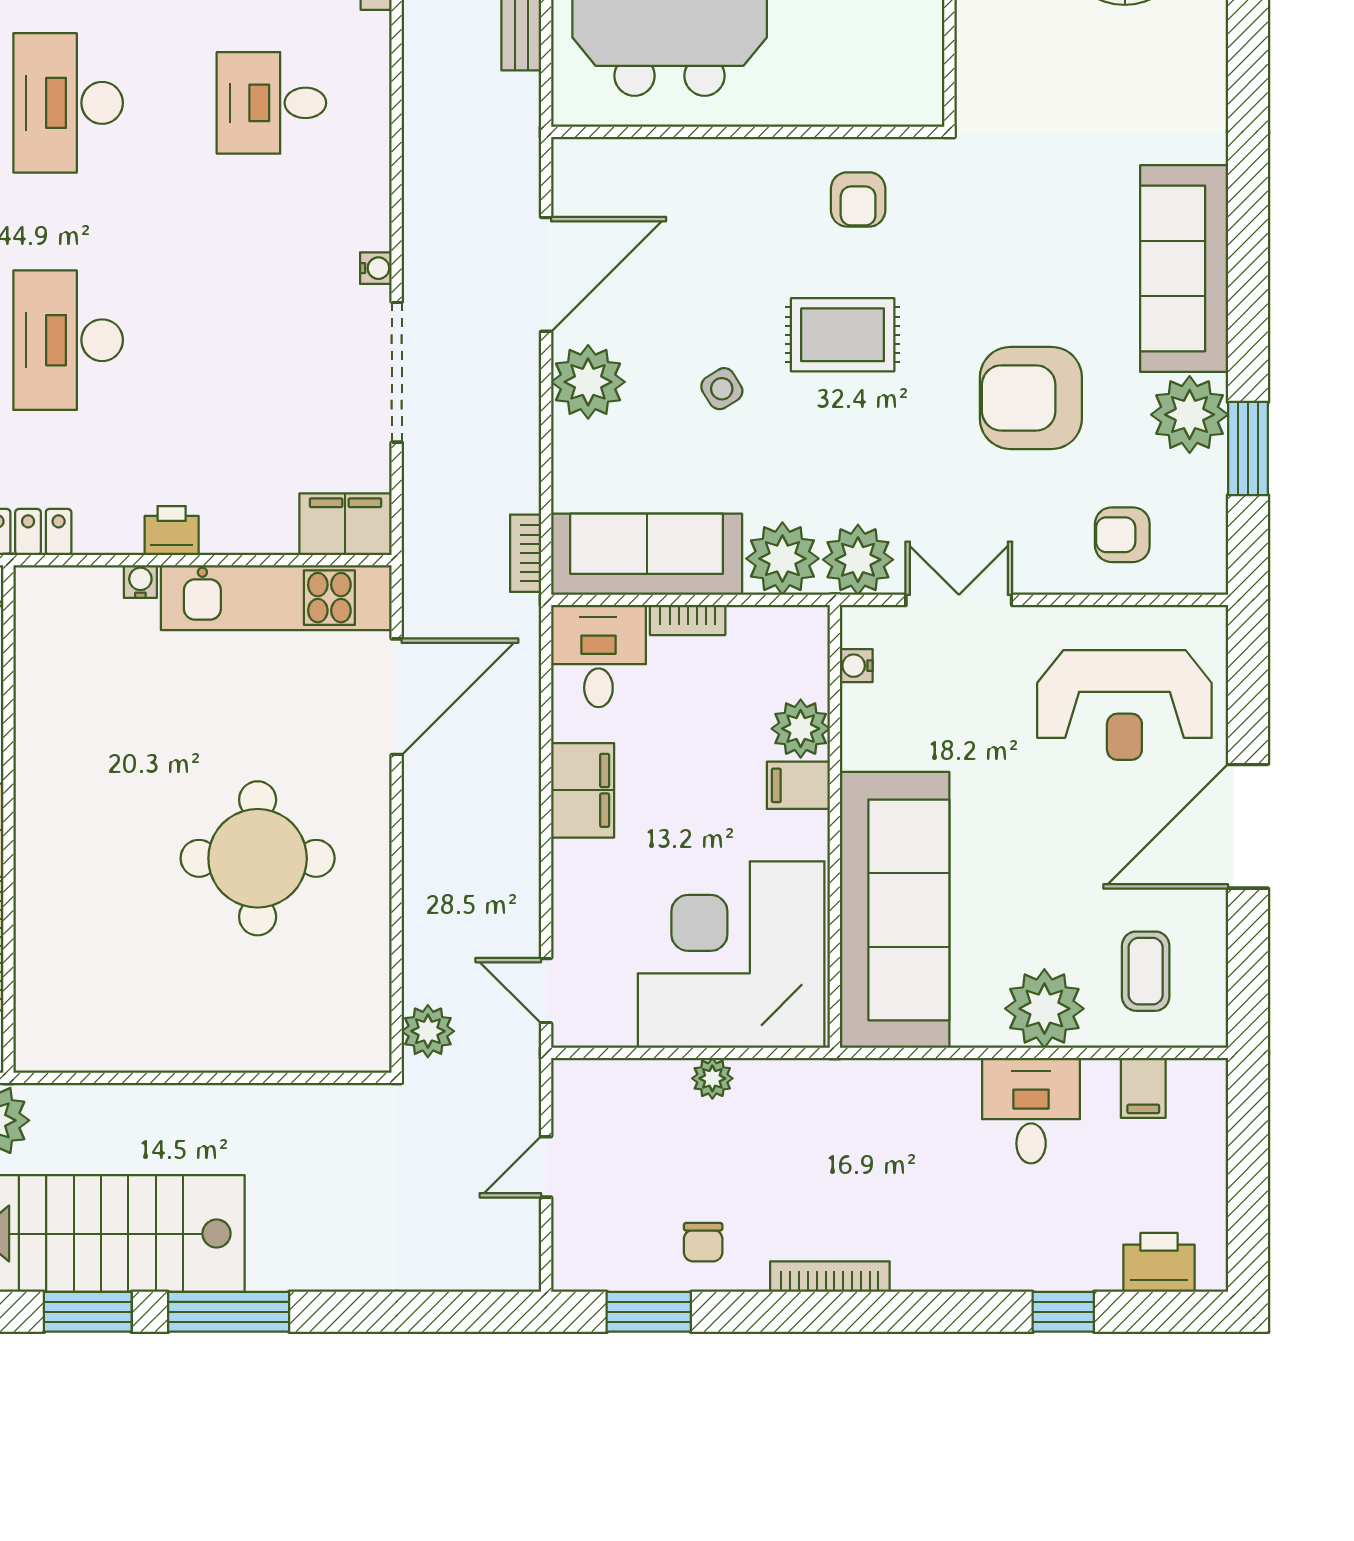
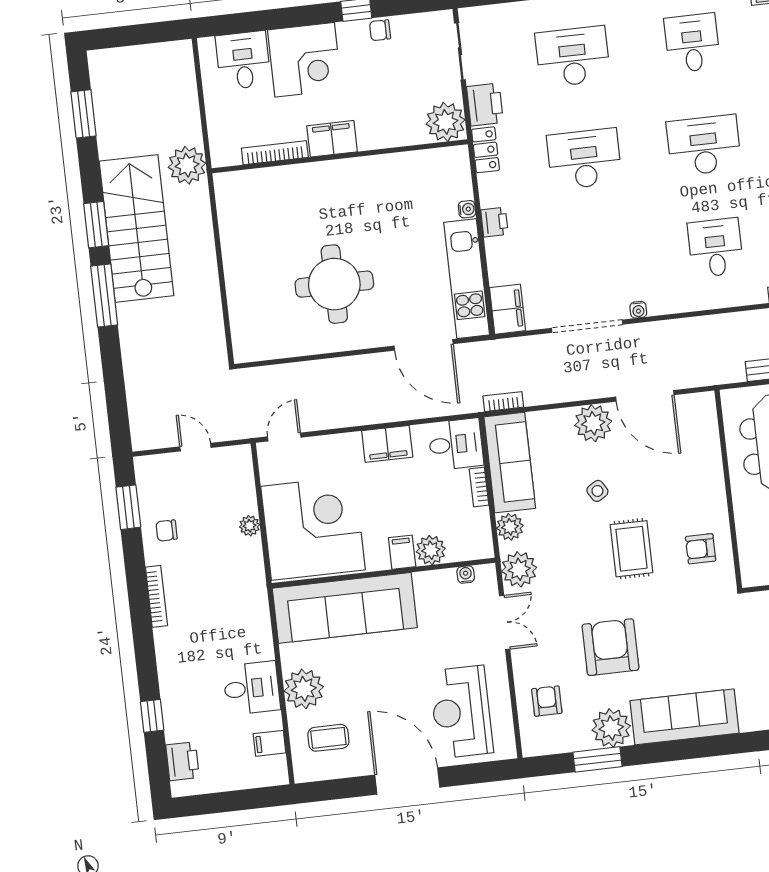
plant: (782, 559) -> (510, 527), width x0.73, depth x0.73
plant: (428, 1031) -> (257, 380), removed

